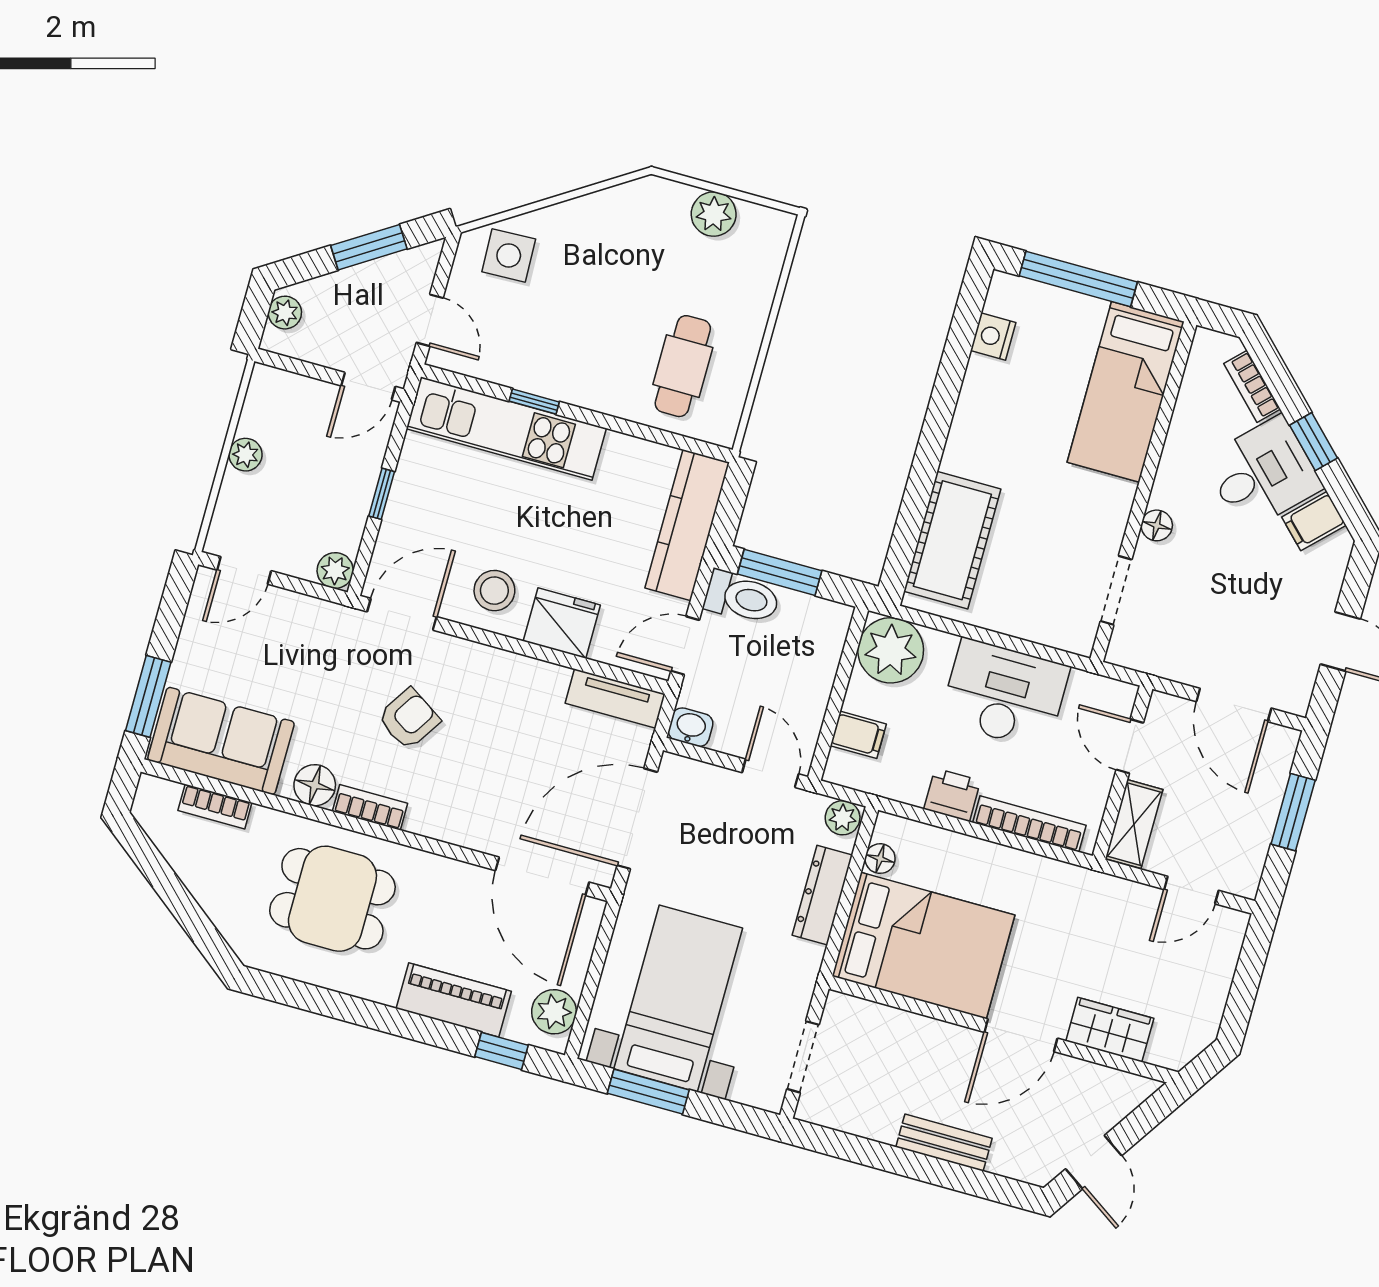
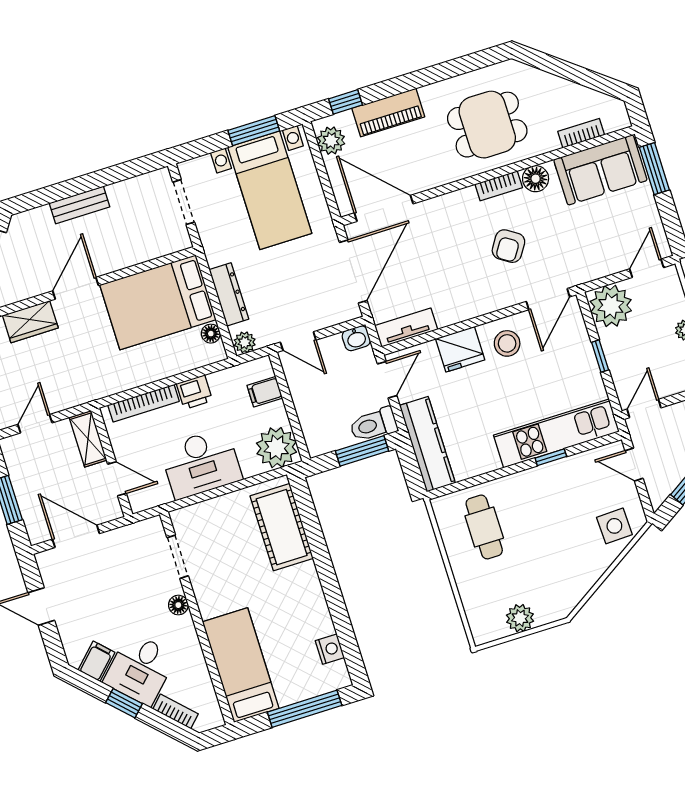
plant: (335, 570) -> (611, 306), width x1.88, depth x1.88

